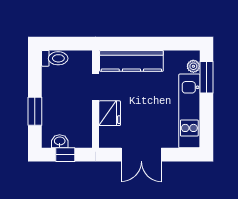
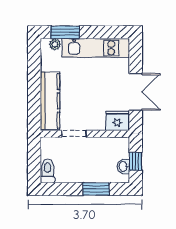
fridge: (110, 113) -> (117, 121), moved

